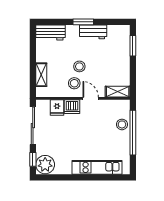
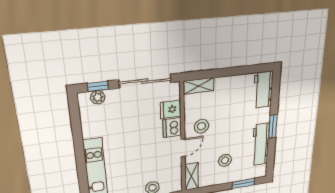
workbench: (93, 32) -> (261, 144), width x1.38
stool: (79, 66) -> (225, 160), moved
shelving: (41, 75) -> (199, 86), moved
plant: (45, 165) -> (98, 97), width x0.53, depth x0.53

